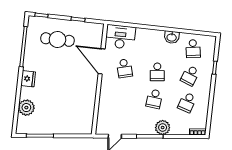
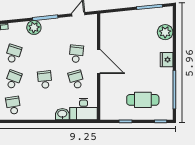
washbasin: (172, 37) -> (62, 114), moved
door: (102, 61) -> (99, 61), moved
school desk: (154, 99) -> (76, 54), moved

